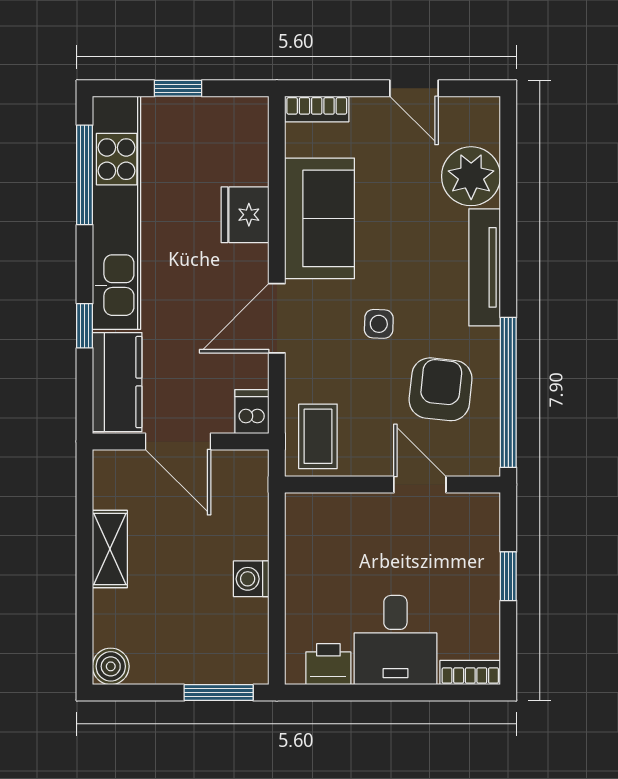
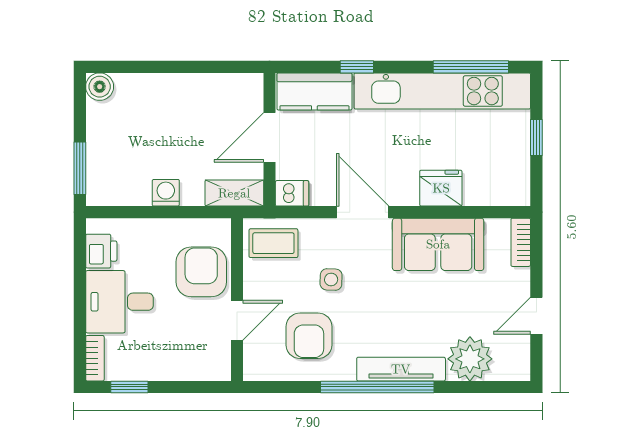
side table: (379, 324) -> (331, 280), moved
armchair: (441, 389) -> (309, 336), turned 84
window: (508, 392) -> (377, 387), moved
armchair: (356, 532) -> (201, 272), added
shelving: (110, 549) -> (234, 193), moved
window: (508, 576) -> (129, 387), moved

